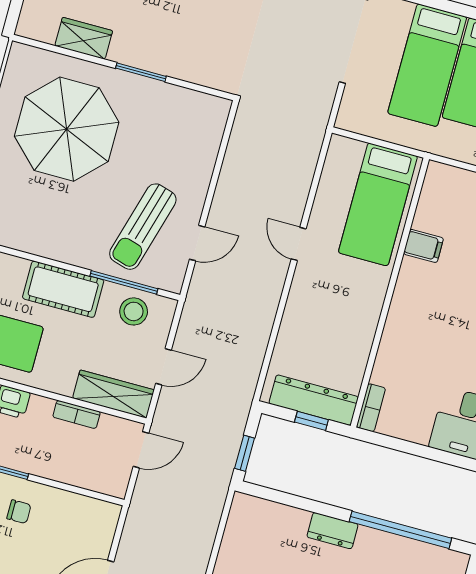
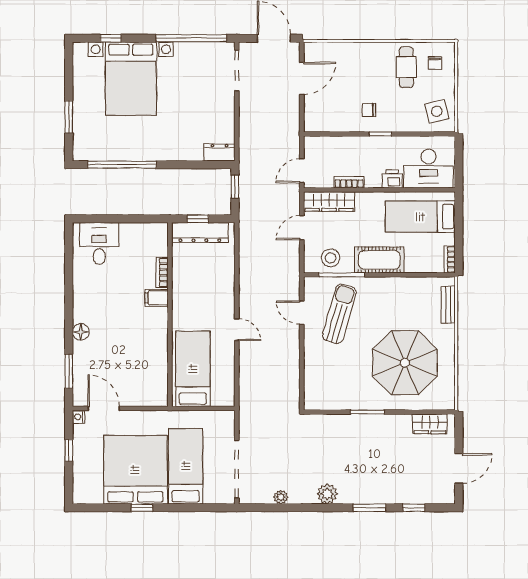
wardrobe: (84, 38) -> (430, 424), moved
door: (197, 243) -> (302, 313), hinge flipped
filing cabinet: (423, 246) -> (157, 298), moved
bookcase: (371, 408) -> (162, 273), moved
dresser: (332, 531) -> (219, 152), moved

